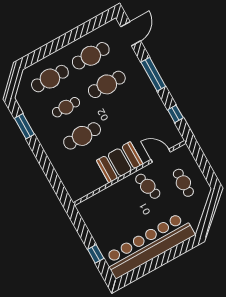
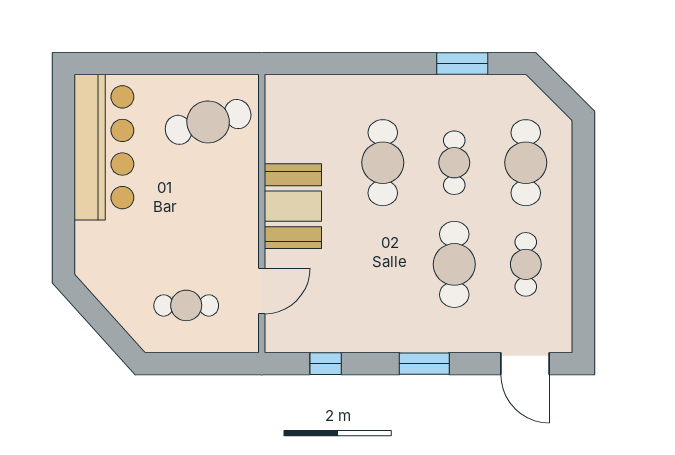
cafe table: (91, 56) -> (526, 264), width x0.73, depth x0.74
window: (153, 74) -> (424, 364), width x0.69
cafe table: (148, 186) -> (208, 122), moved, width x1.37, depth x1.35
bar counter: (149, 245) -> (104, 147), width x0.73
window: (96, 254) -> (144, 63), removed

